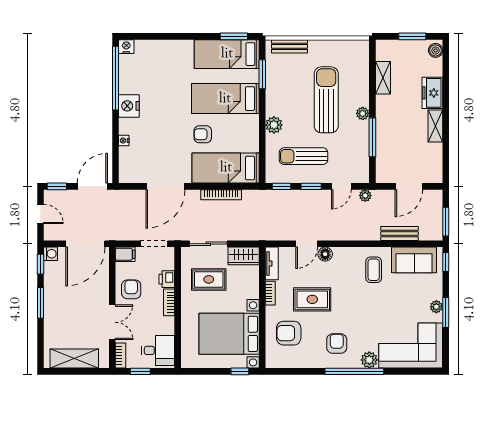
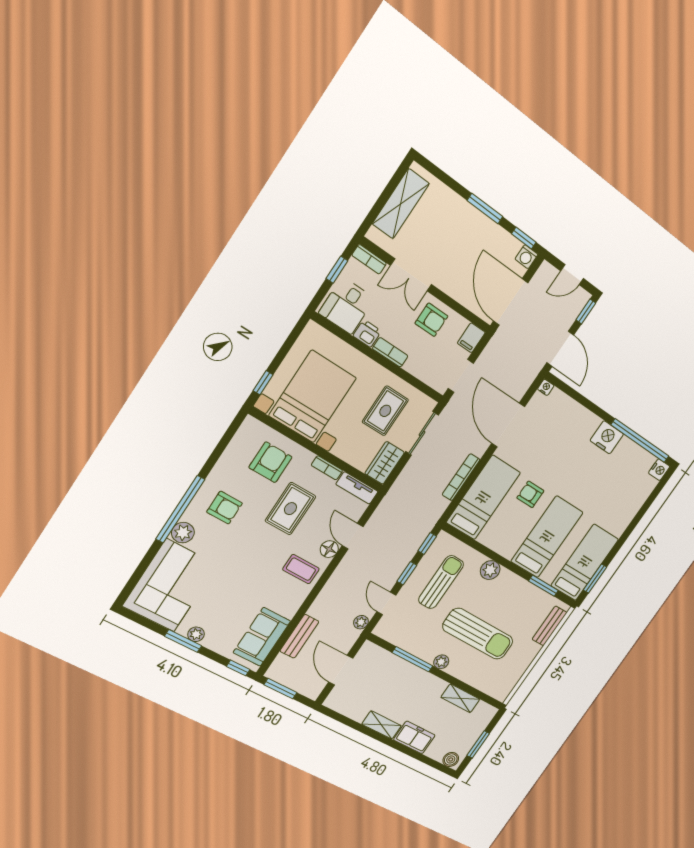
armchair: (203, 134) -> (530, 494), turned -90
nightstand: (124, 140) -> (546, 387), moved
coffee table: (374, 270) -> (301, 569), moved
printer: (167, 279) -> (367, 333), moved

